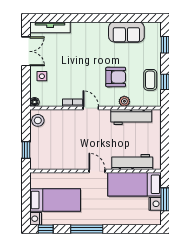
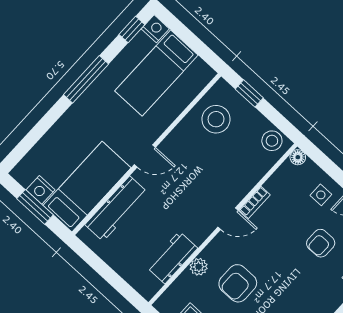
armchair: (64, 56) -> (321, 243), added
workbench: (131, 117) -> (172, 258), width x0.73
stool: (51, 154) -> (216, 119), added

